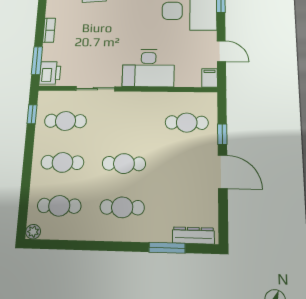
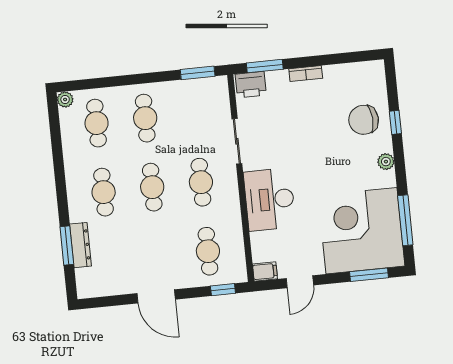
window: (32, 114) -> (198, 73), width x1.50
cafe table: (65, 121) -> (201, 182), moved
window: (222, 134) -> (223, 290), moved
door: (223, 172) -> (156, 296), hinge flipped
dresser: (193, 235) -> (81, 245), moved

